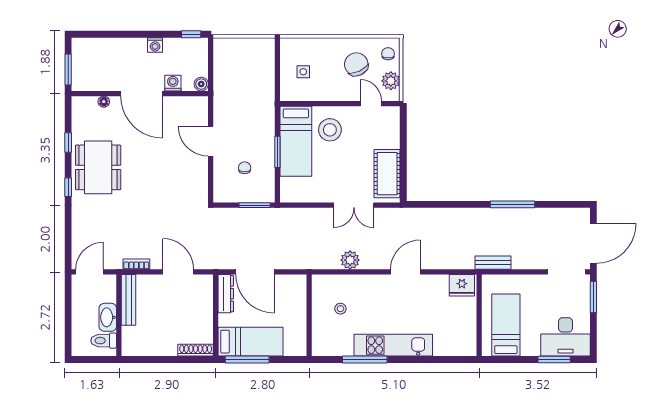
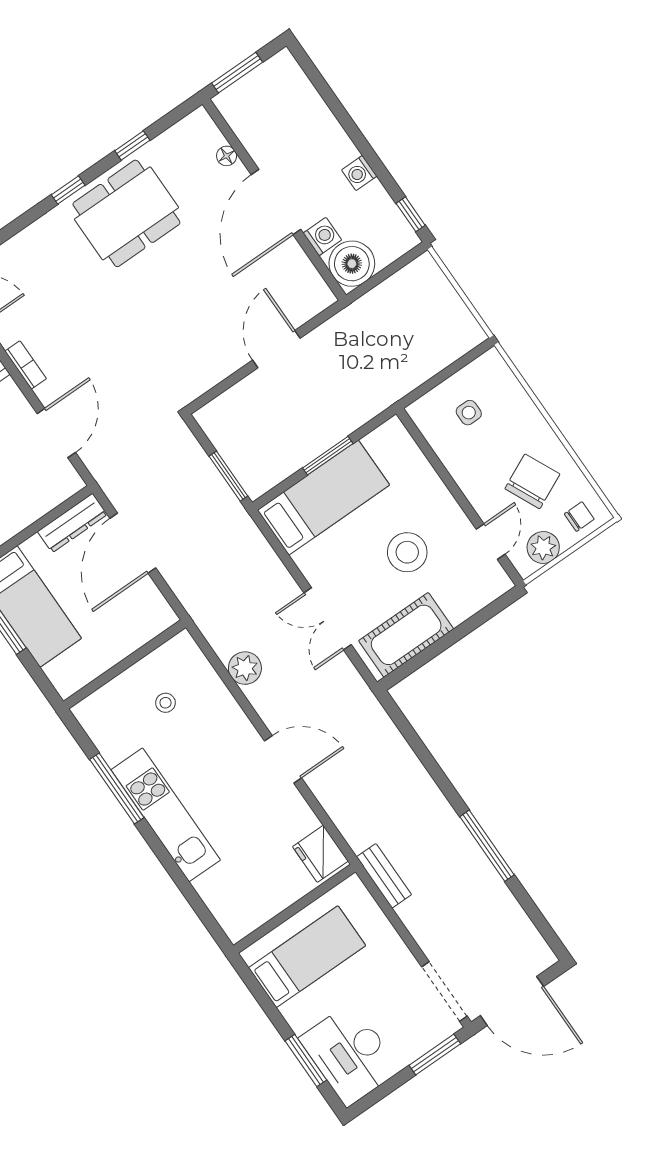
boiler: (201, 84) -> (352, 264), width x1.86, depth x1.86
stool: (330, 130) -> (407, 552), moved
bed: (296, 141) -> (323, 498), moved, turned 180
chair: (245, 168) -> (272, 424), removed

